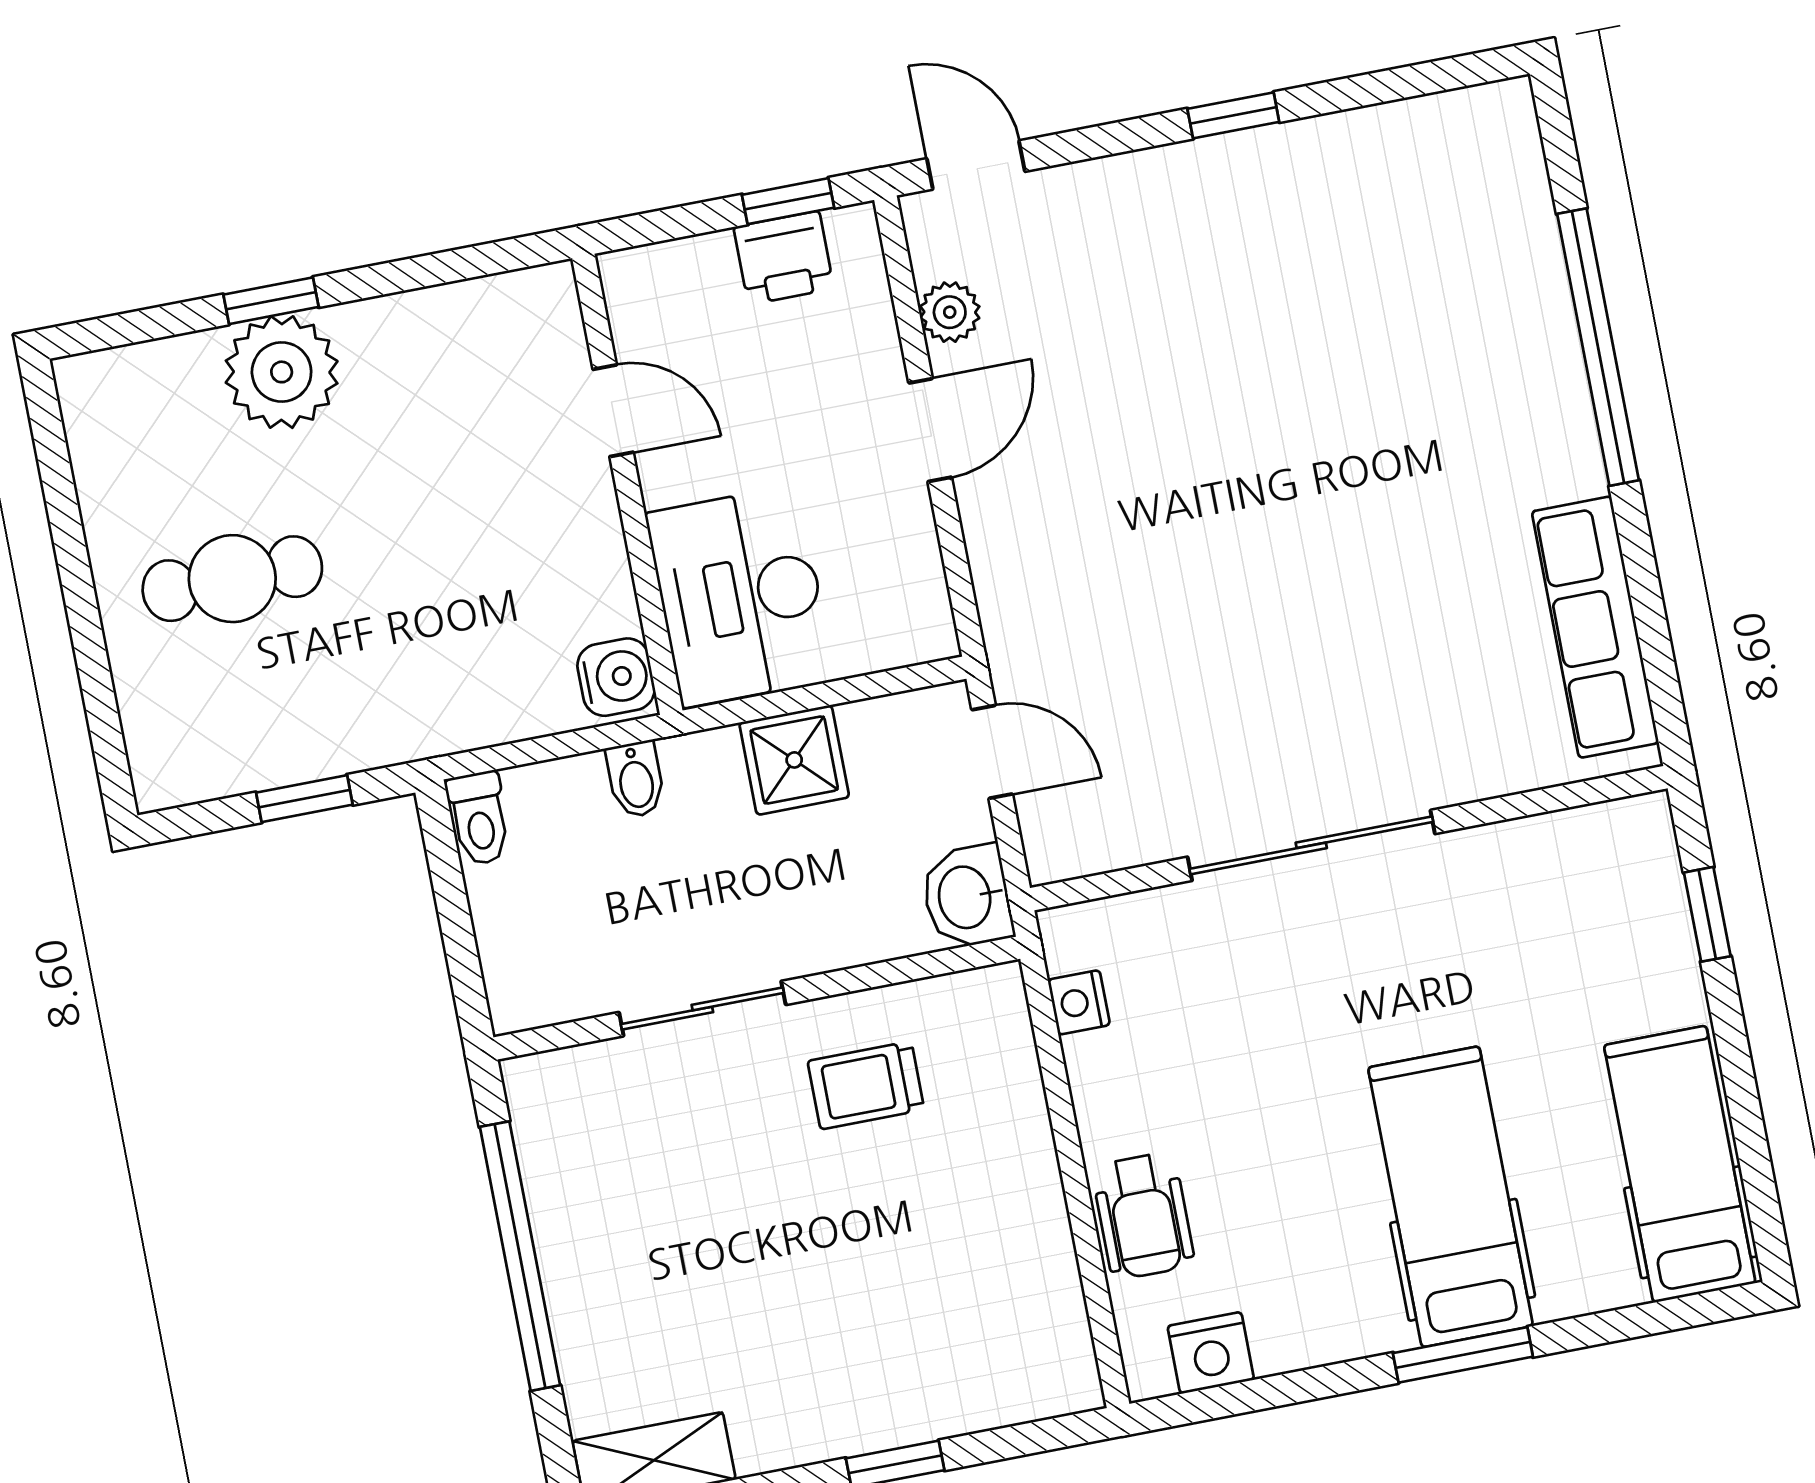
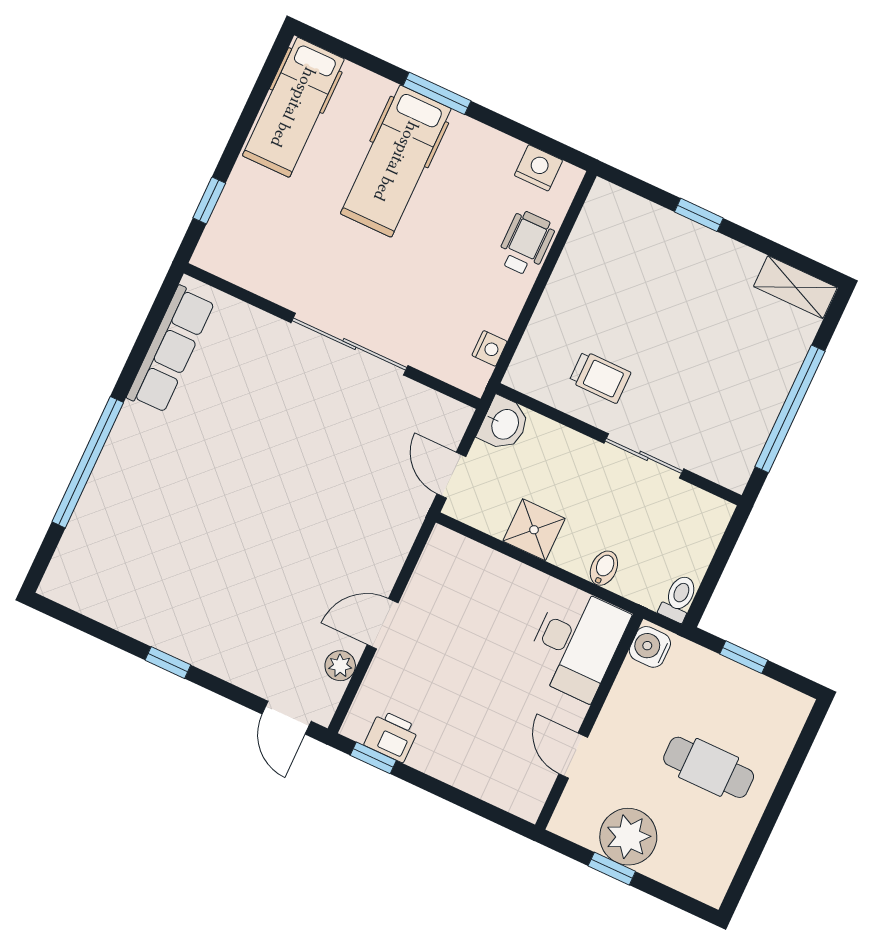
door: (613, 411) -> (573, 756), moved
wall: (627, 484) -> (589, 722), moved
desk: (740, 596) -> (576, 643), moved
water cooler: (616, 677) -> (650, 647), moved

